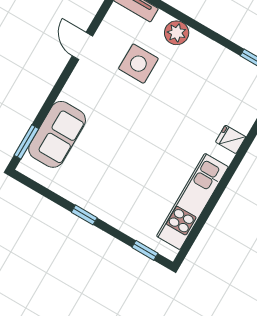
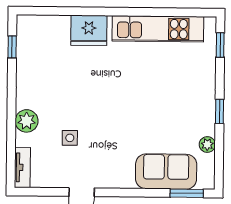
side table: (138, 64) -> (70, 138), width x0.54, depth x0.54
fridge: (231, 139) -> (89, 30), width x1.88, depth x1.34
plant: (60, 186) -> (207, 145), added

